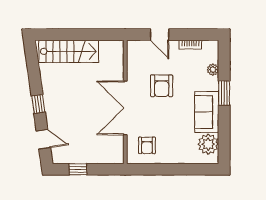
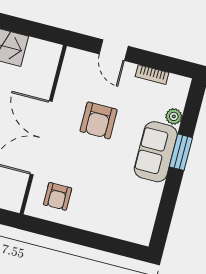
sofa: (207, 112) -> (156, 152), moved
plant: (208, 144) -> (141, 216), removed

